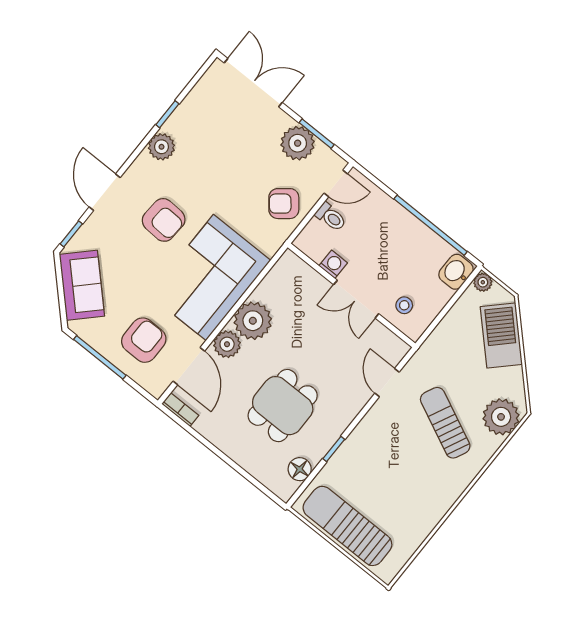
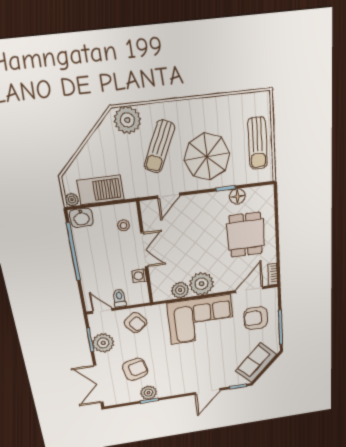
plant: (161, 147) -> (149, 393), moved
armchair: (164, 220) -> (135, 369), moved, turned 74
barbecue: (501, 336) -> (100, 190), moved, turned -135
plant: (227, 344) -> (180, 290), moved
dining table: (283, 406) -> (246, 235), moved, turned 90
parasol: (386, 461) -> (207, 157), added
floor lamp: (300, 469) -> (237, 196), moved
sun lounger: (347, 526) -> (258, 143), width x0.73, depth x0.75

